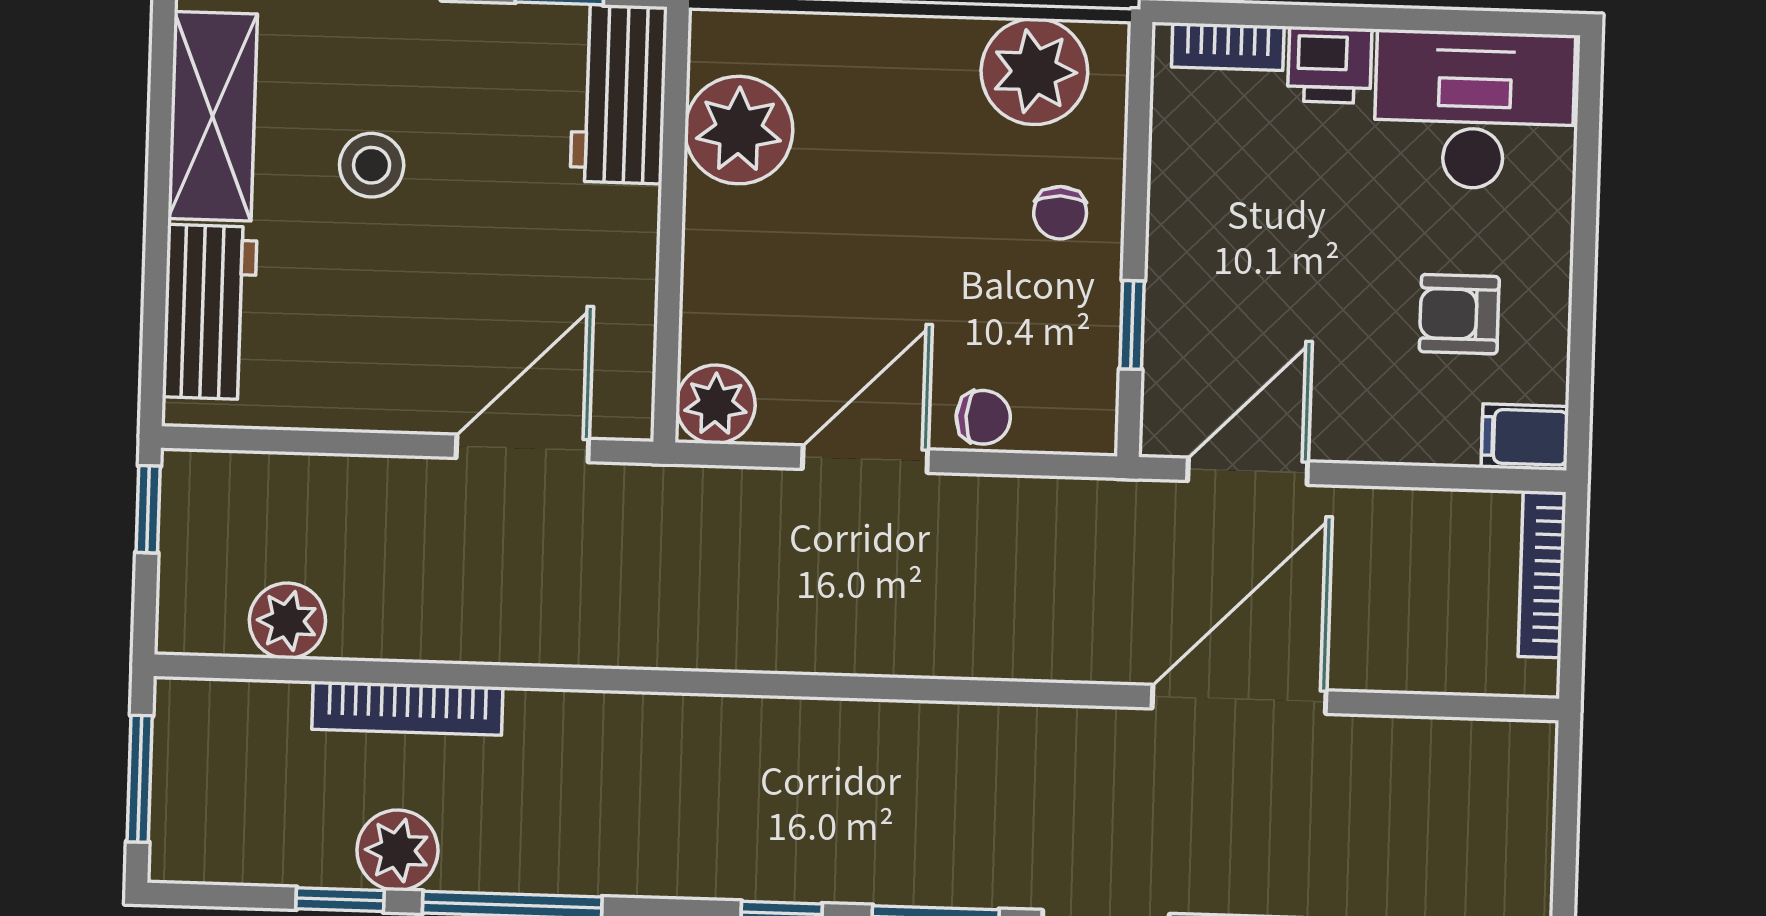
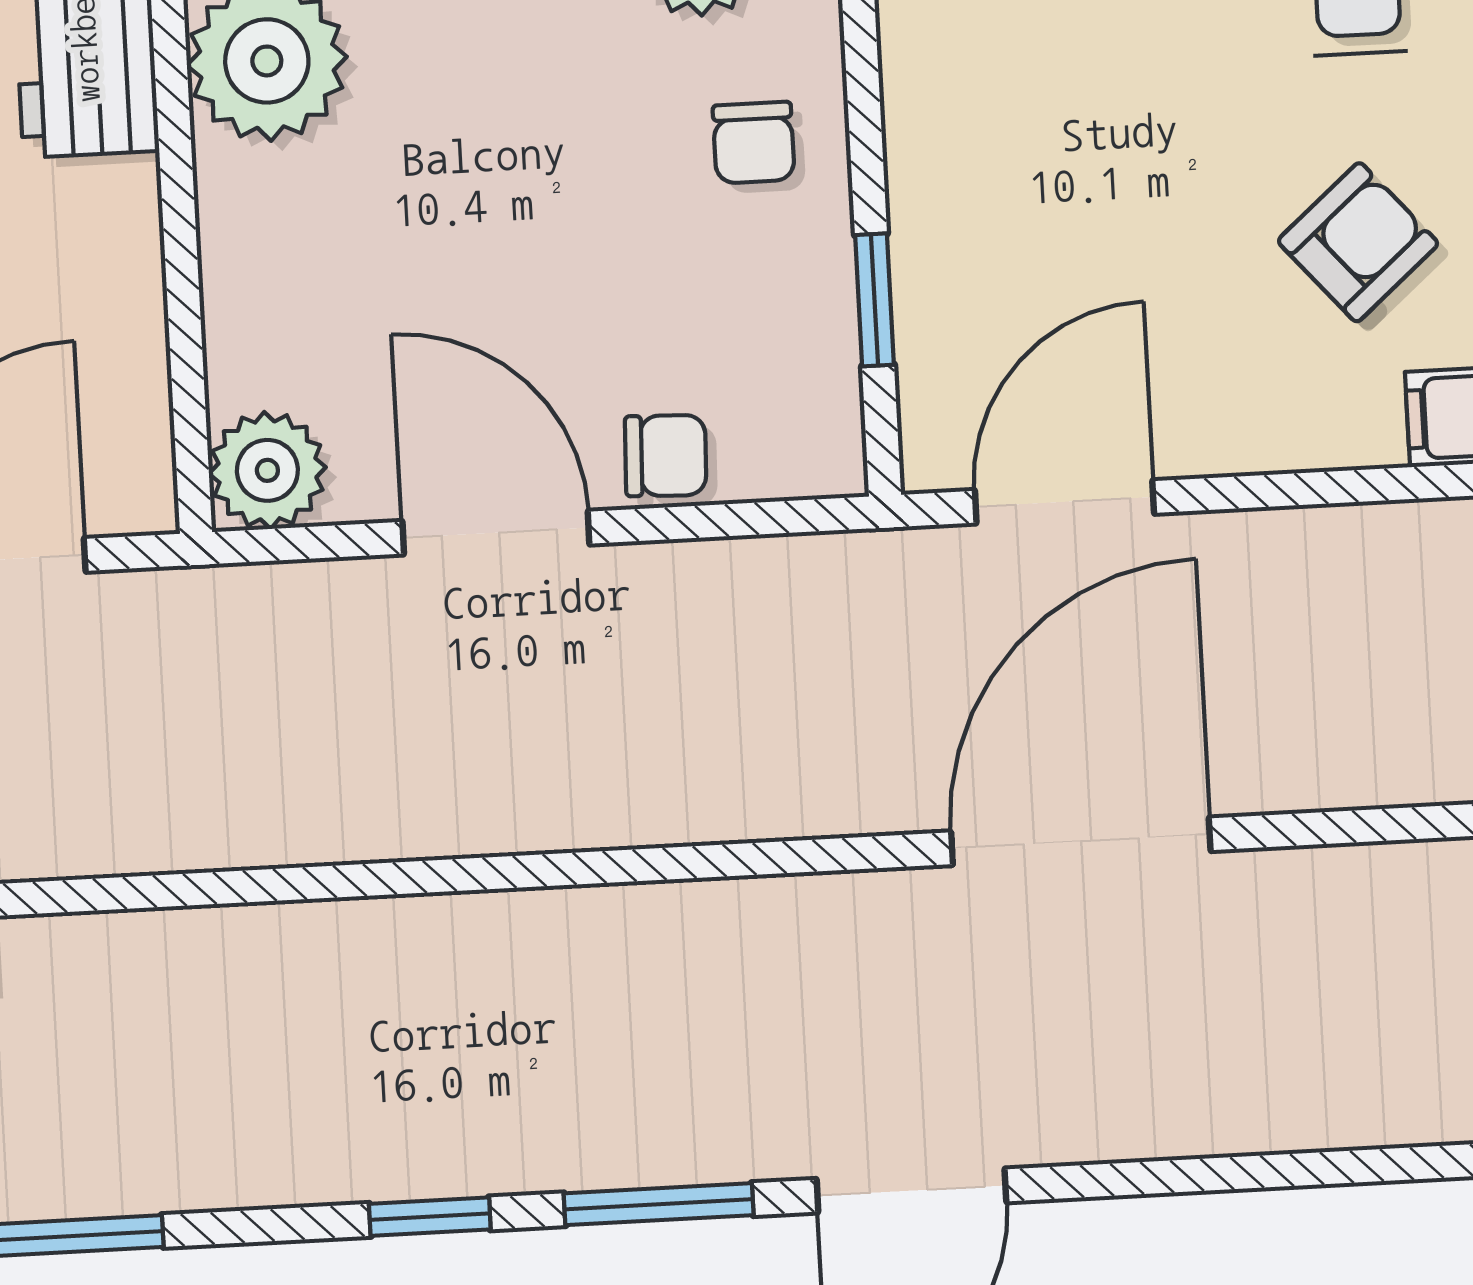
armchair: (1459, 314) -> (1358, 242), turned 139
door: (865, 459) -> (496, 533), hinge flipped

